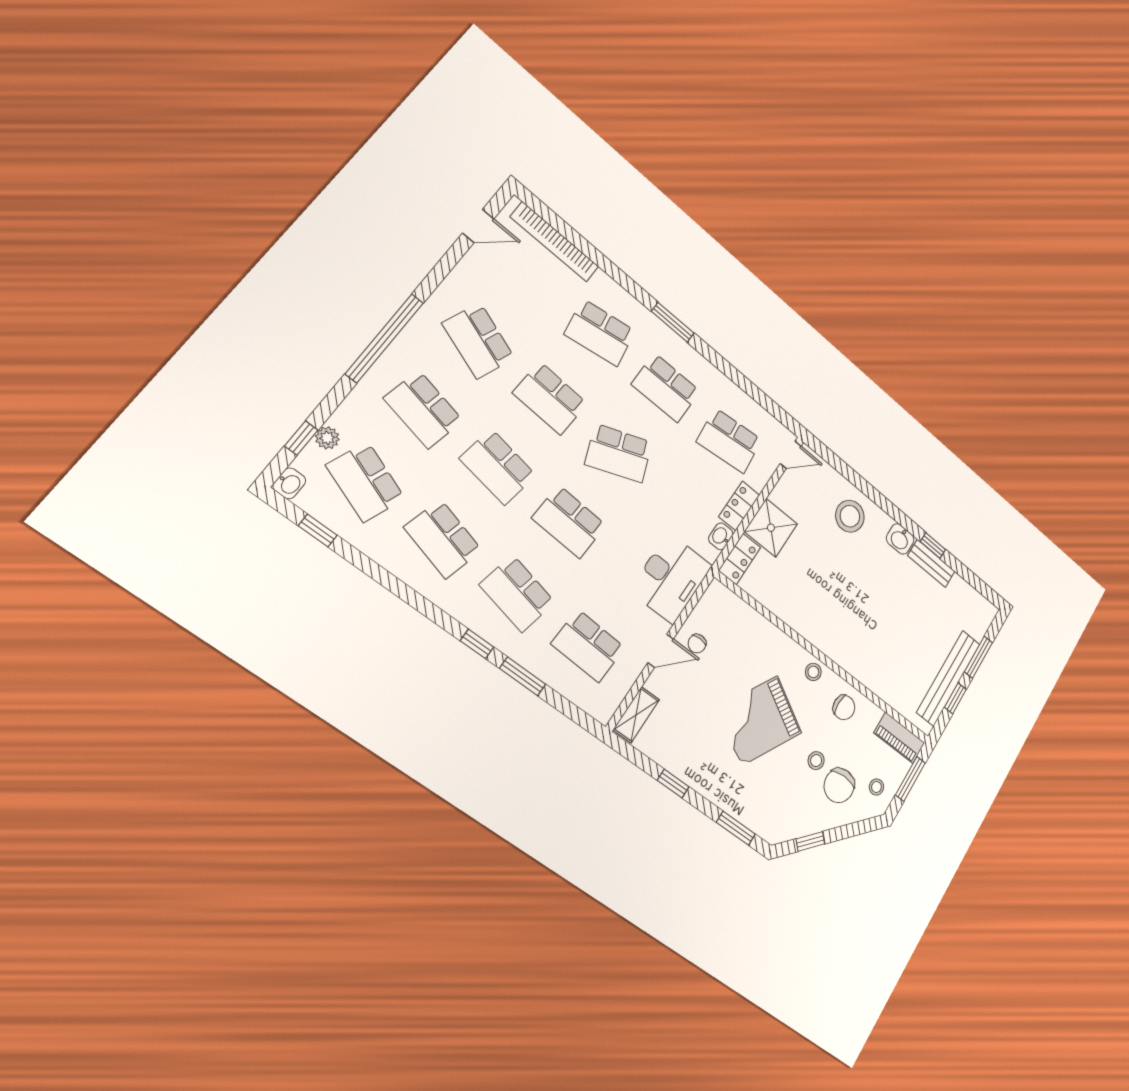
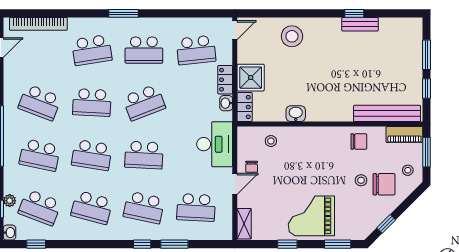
washbasin: (900, 539) -> (296, 114), moved, turned 180
stool: (813, 672) -> (271, 141), moved
bench: (948, 678) -> (387, 113), moved, turned 90
grand piano: (760, 721) -> (311, 216), moved, turned 60
chair: (839, 786) -> (384, 184), turned -90

